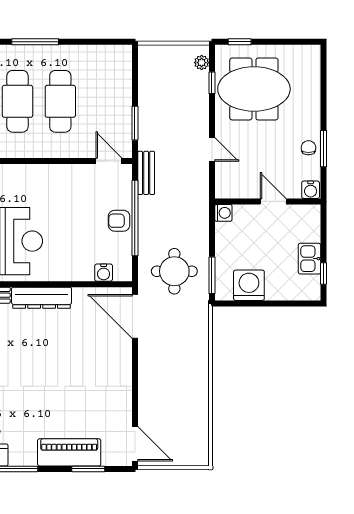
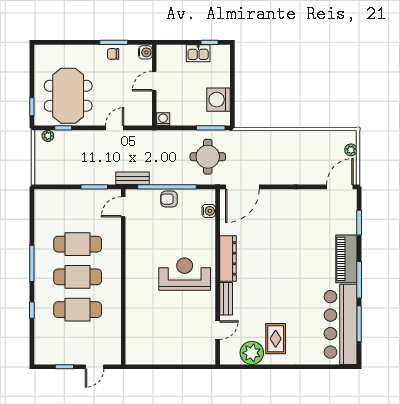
armchair: (119, 221) -> (169, 199), turned 90
piano: (69, 452) -> (346, 259), moved
plant: (183, 458) -> (351, 150), added

